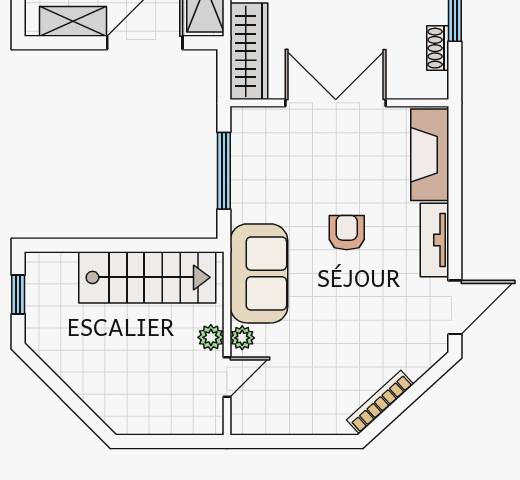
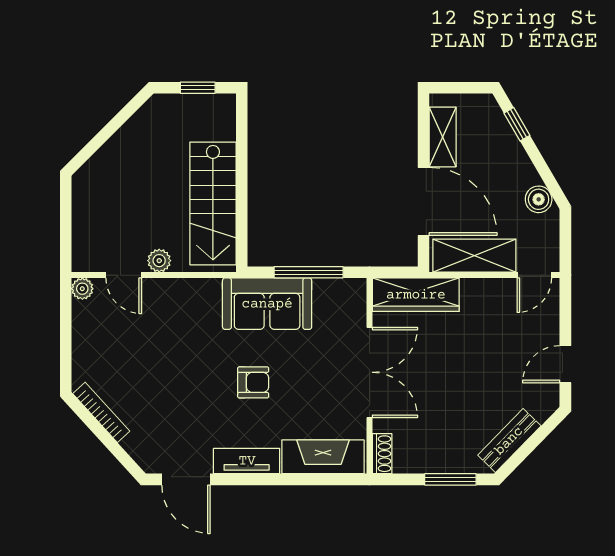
shoe rack: (438, 48) -> (382, 454), moved, turned 90
sofa: (259, 273) -> (267, 304), moved
plant: (242, 338) -> (82, 289), moved

